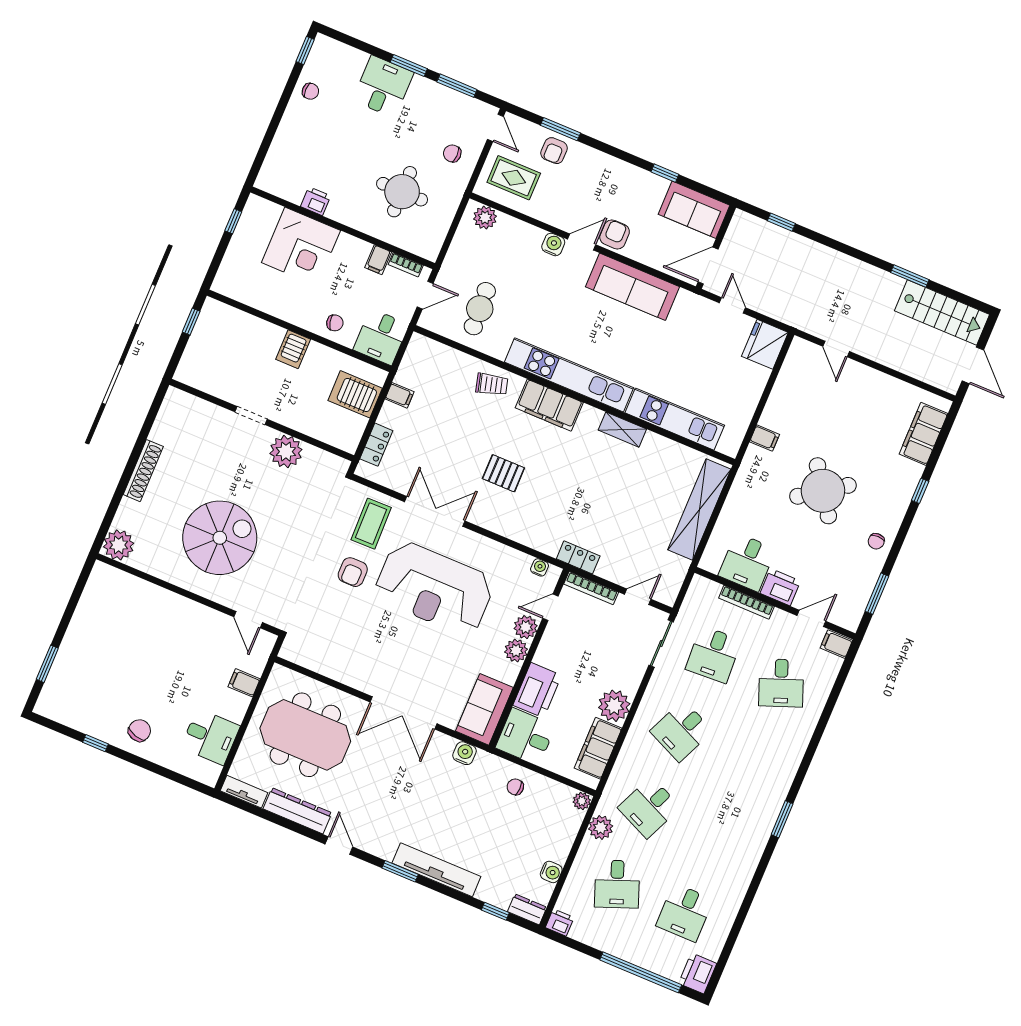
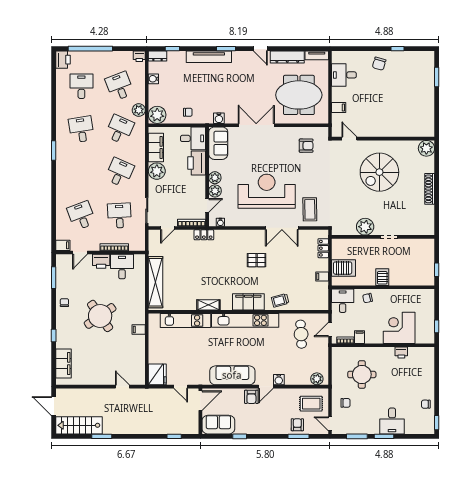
armchair: (353, 572) -> (306, 146), moved, turned 90
plant: (582, 801) -> (157, 115), width x1.87, depth x1.87
desk: (717, 836) -> (81, 129), added

